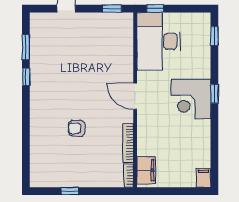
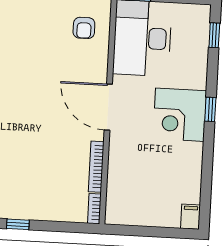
door: (135, 96) -> (108, 107), width x1.36
armchair: (77, 128) -> (84, 28), moved, turned -90
filing cabinet: (146, 170) -> (117, 203), removed

